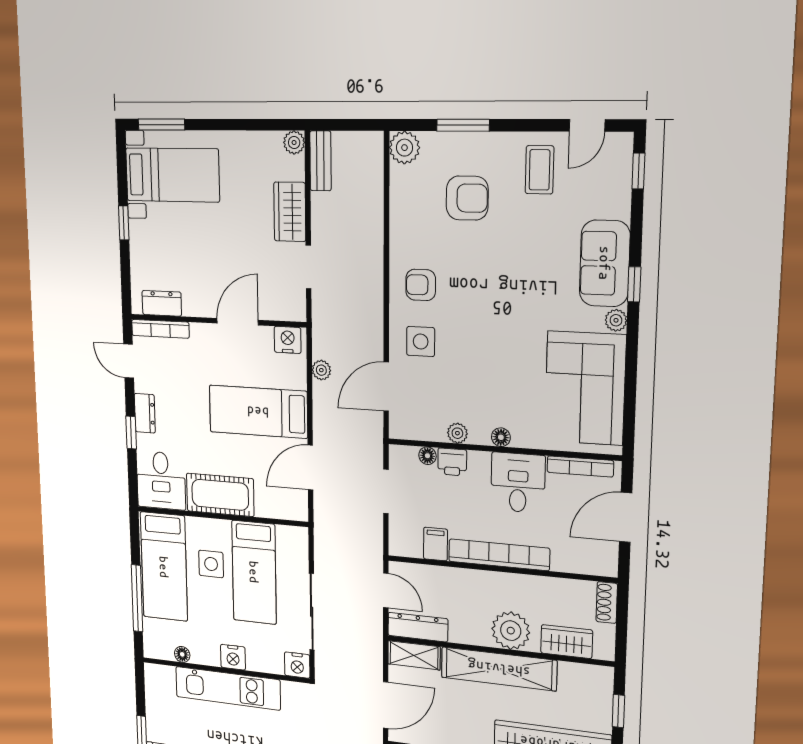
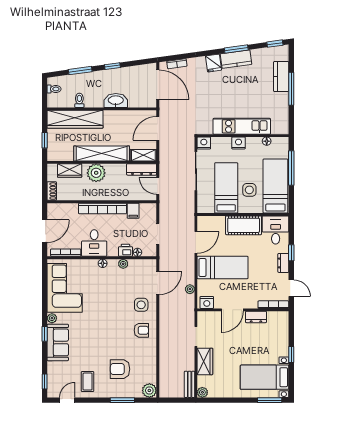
dresser: (162, 303) -> (256, 317), moved

